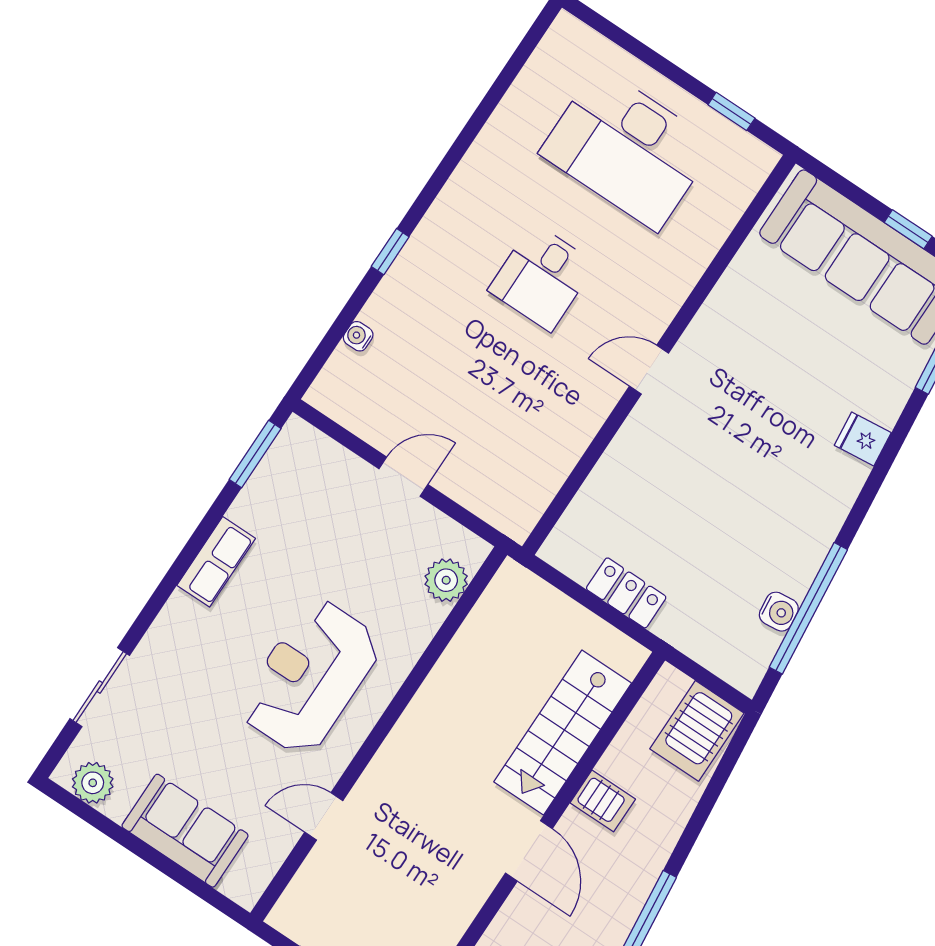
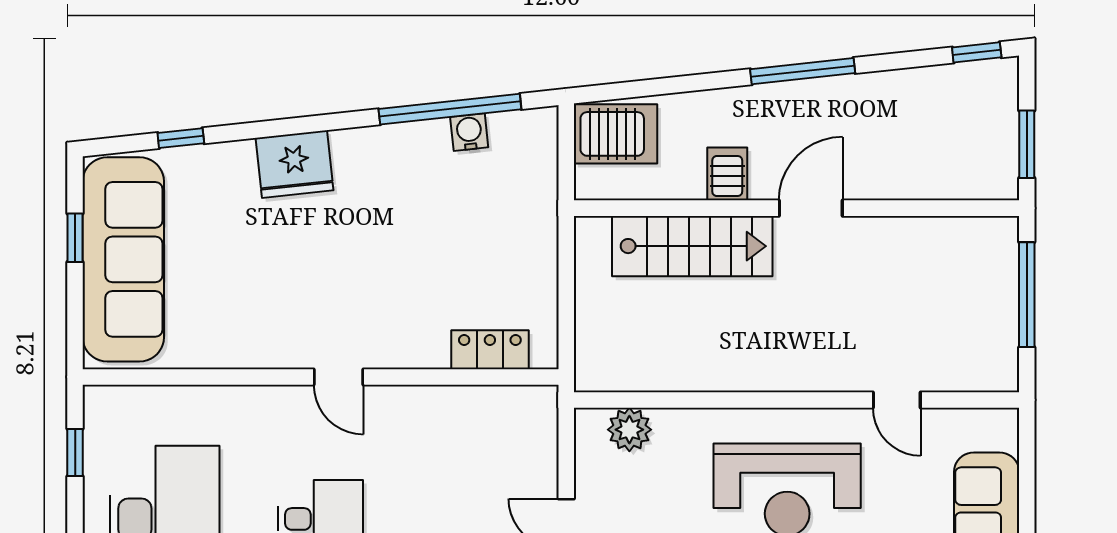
fridge: (863, 439) -> (294, 164), width x1.88, depth x1.34
locker: (626, 593) -> (490, 350), moved, turned 90

